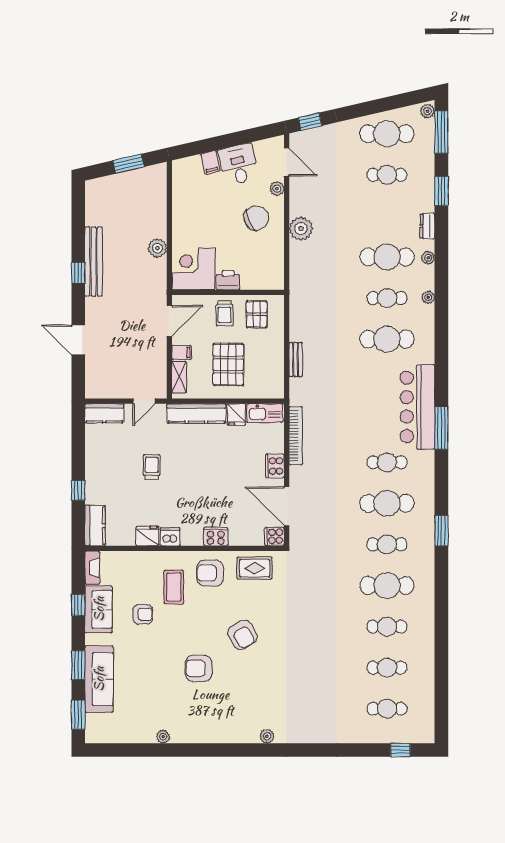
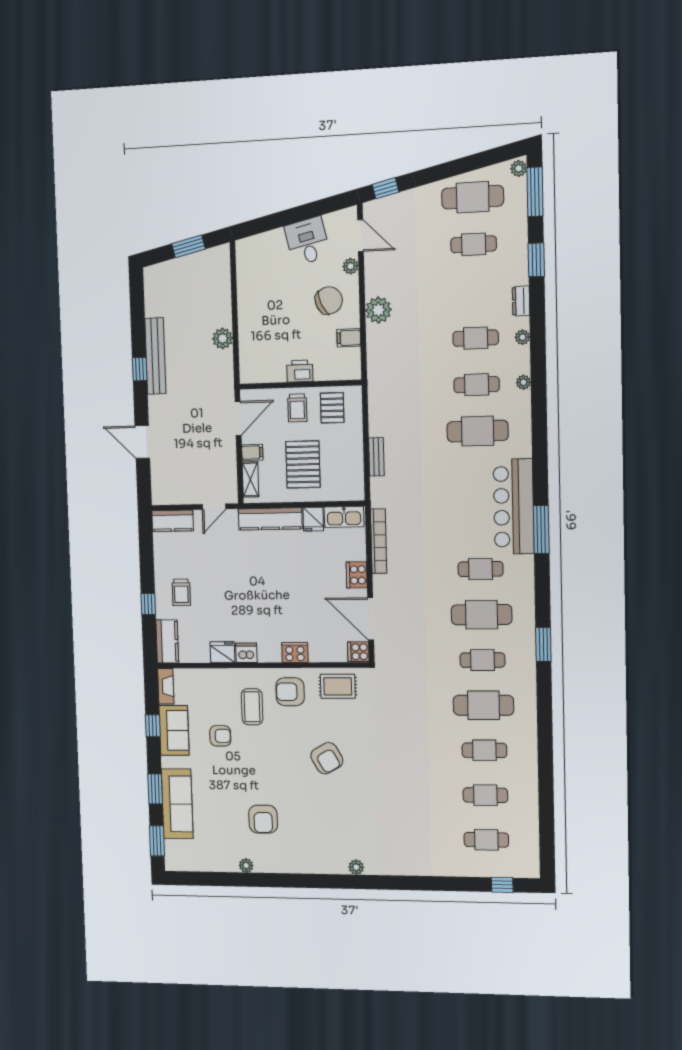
filing cabinet: (210, 162) -> (349, 338), moved, turned 103
cafe table: (387, 257) -> (476, 338), width x0.73, depth x0.74
corner desk: (194, 269) -> (262, 360), removed
trolley: (152, 467) -> (181, 592), moved, turned 180
armchair: (199, 668) -> (263, 819), moved, turned -91

